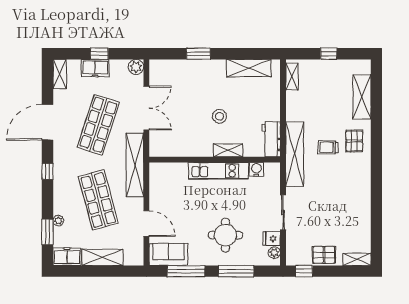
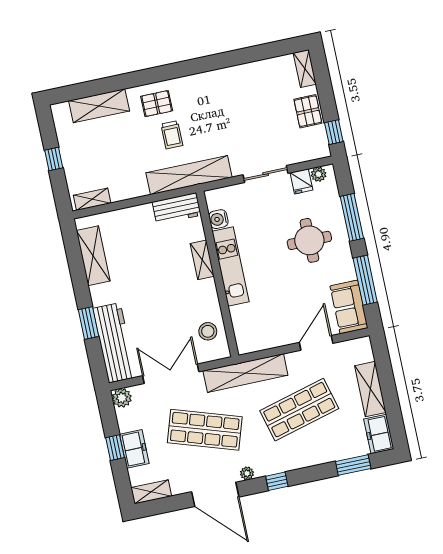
workbench: (179, 70) -> (114, 343), added
stool: (219, 116) -> (208, 331), moved
plant: (58, 221) -> (247, 473), moved

